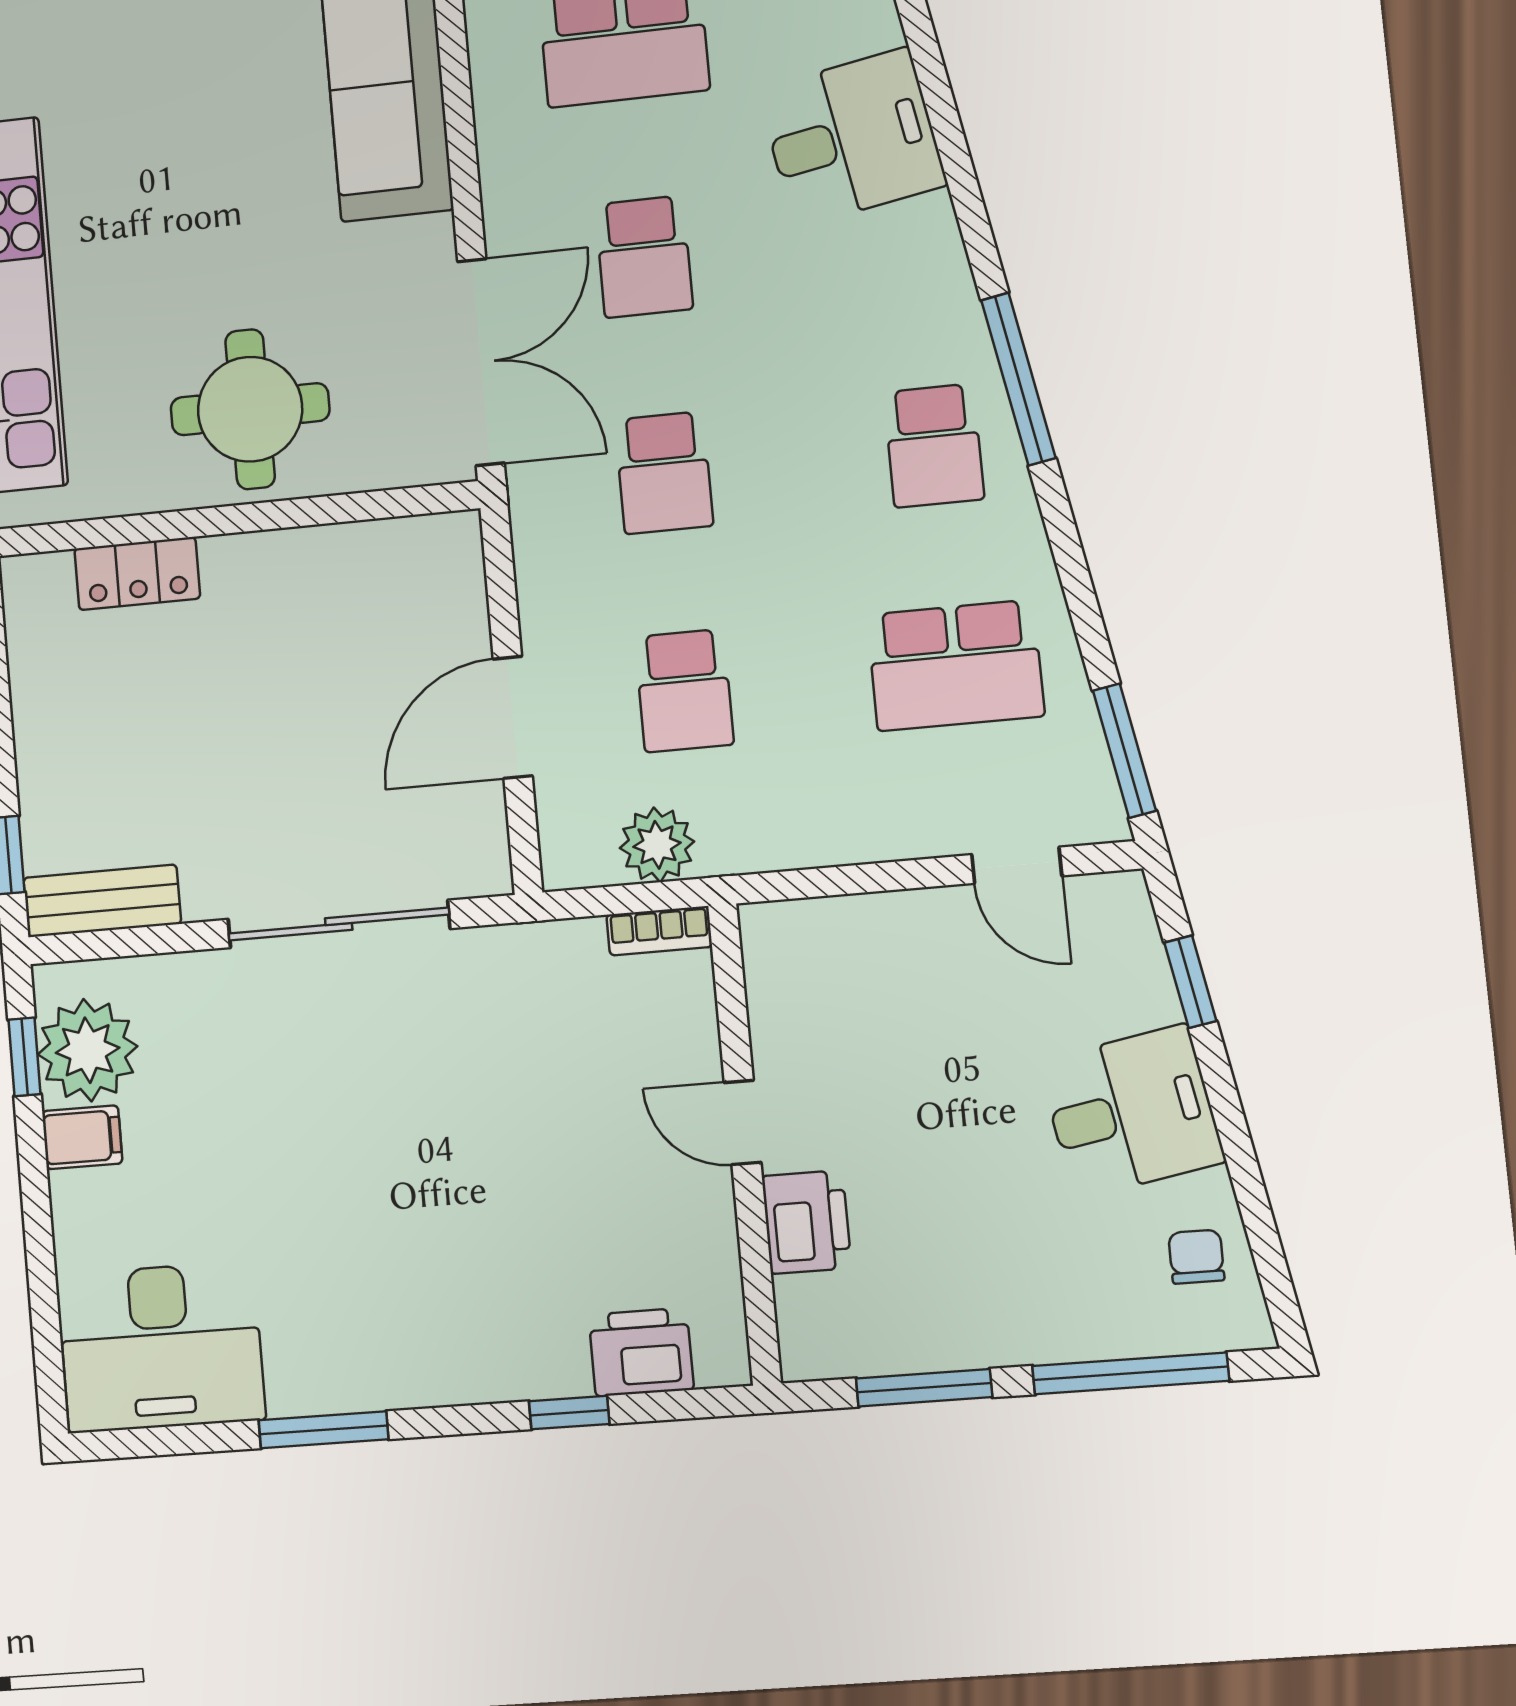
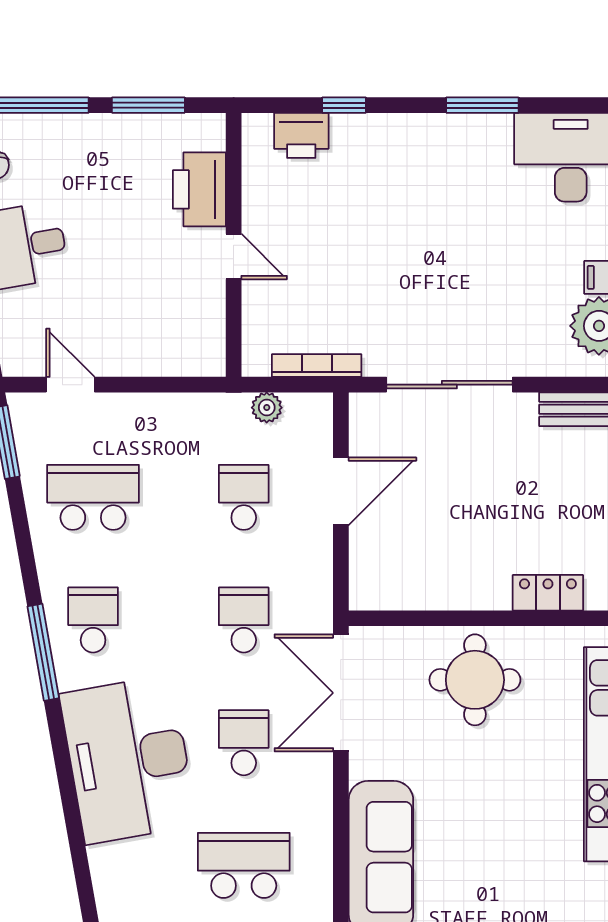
desk: (852, 137) -> (128, 760), width x1.87, depth x1.30
plant: (657, 845) -> (267, 408), width x0.73, depth x0.73
bookcase: (659, 931) -> (317, 366), moved, width x1.56
printer: (807, 1222) -> (199, 189), width x1.37, depth x1.19

